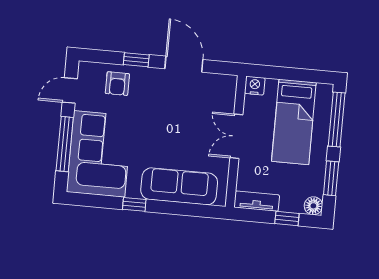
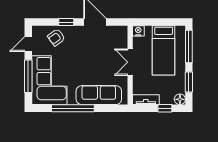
armchair: (117, 84) -> (56, 37), turned 54
window: (134, 204) -> (73, 108), width x3.17

